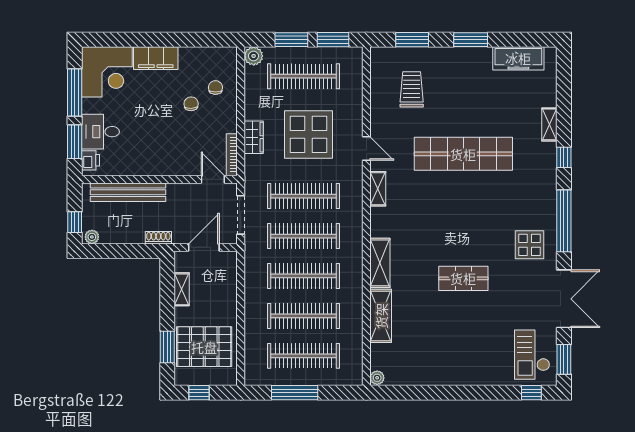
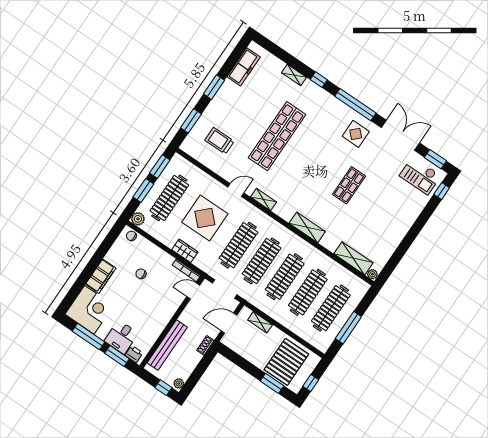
chair: (215, 88) -> (131, 236), moved
door: (204, 247) -> (229, 323), hinge flipped
shelving: (182, 289) -> (260, 322), moved
shelving: (381, 316) -> (353, 258), moved

